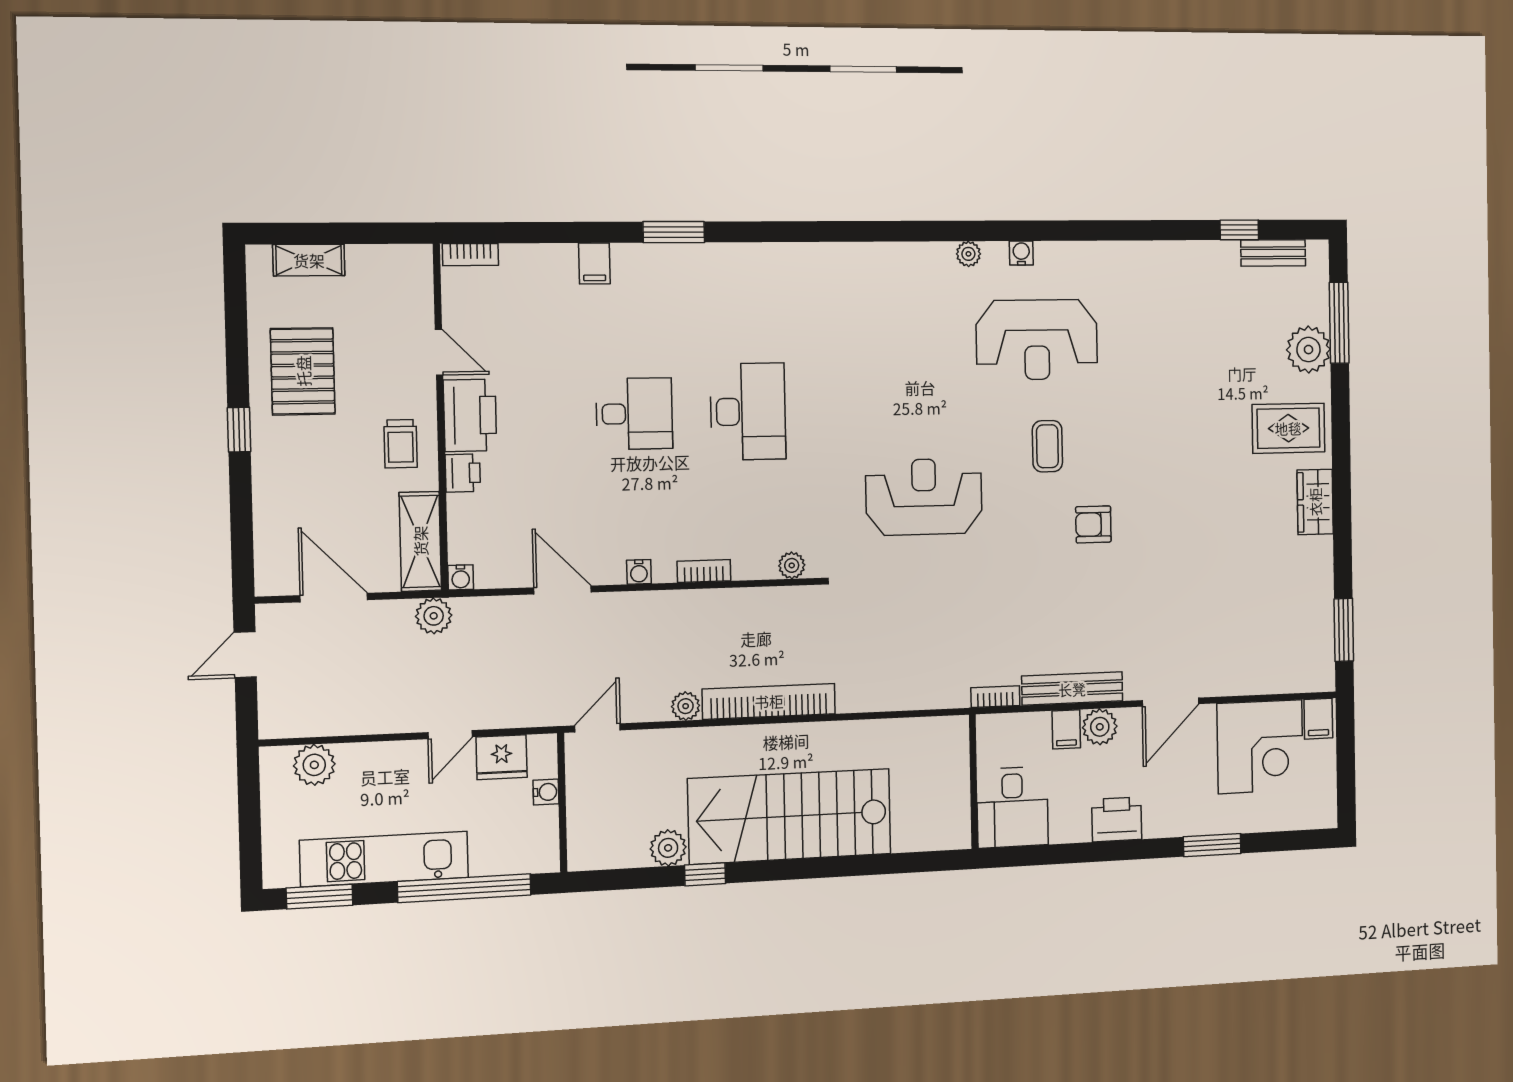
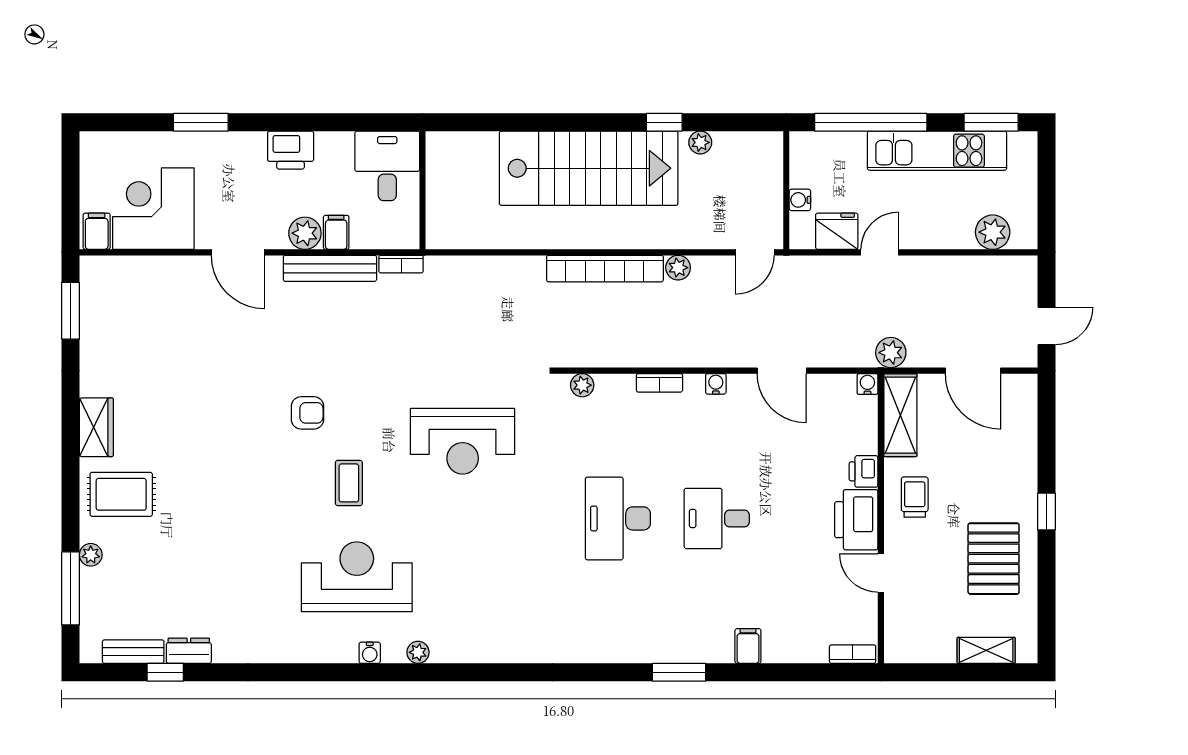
dresser: (1215, 254) -> (189, 651), added
plant: (1308, 350) -> (91, 555), width x0.53, depth x0.53
door: (1171, 702) -> (238, 252), swing flipped
plant: (668, 848) -> (700, 142), width x0.73, depth x0.73

